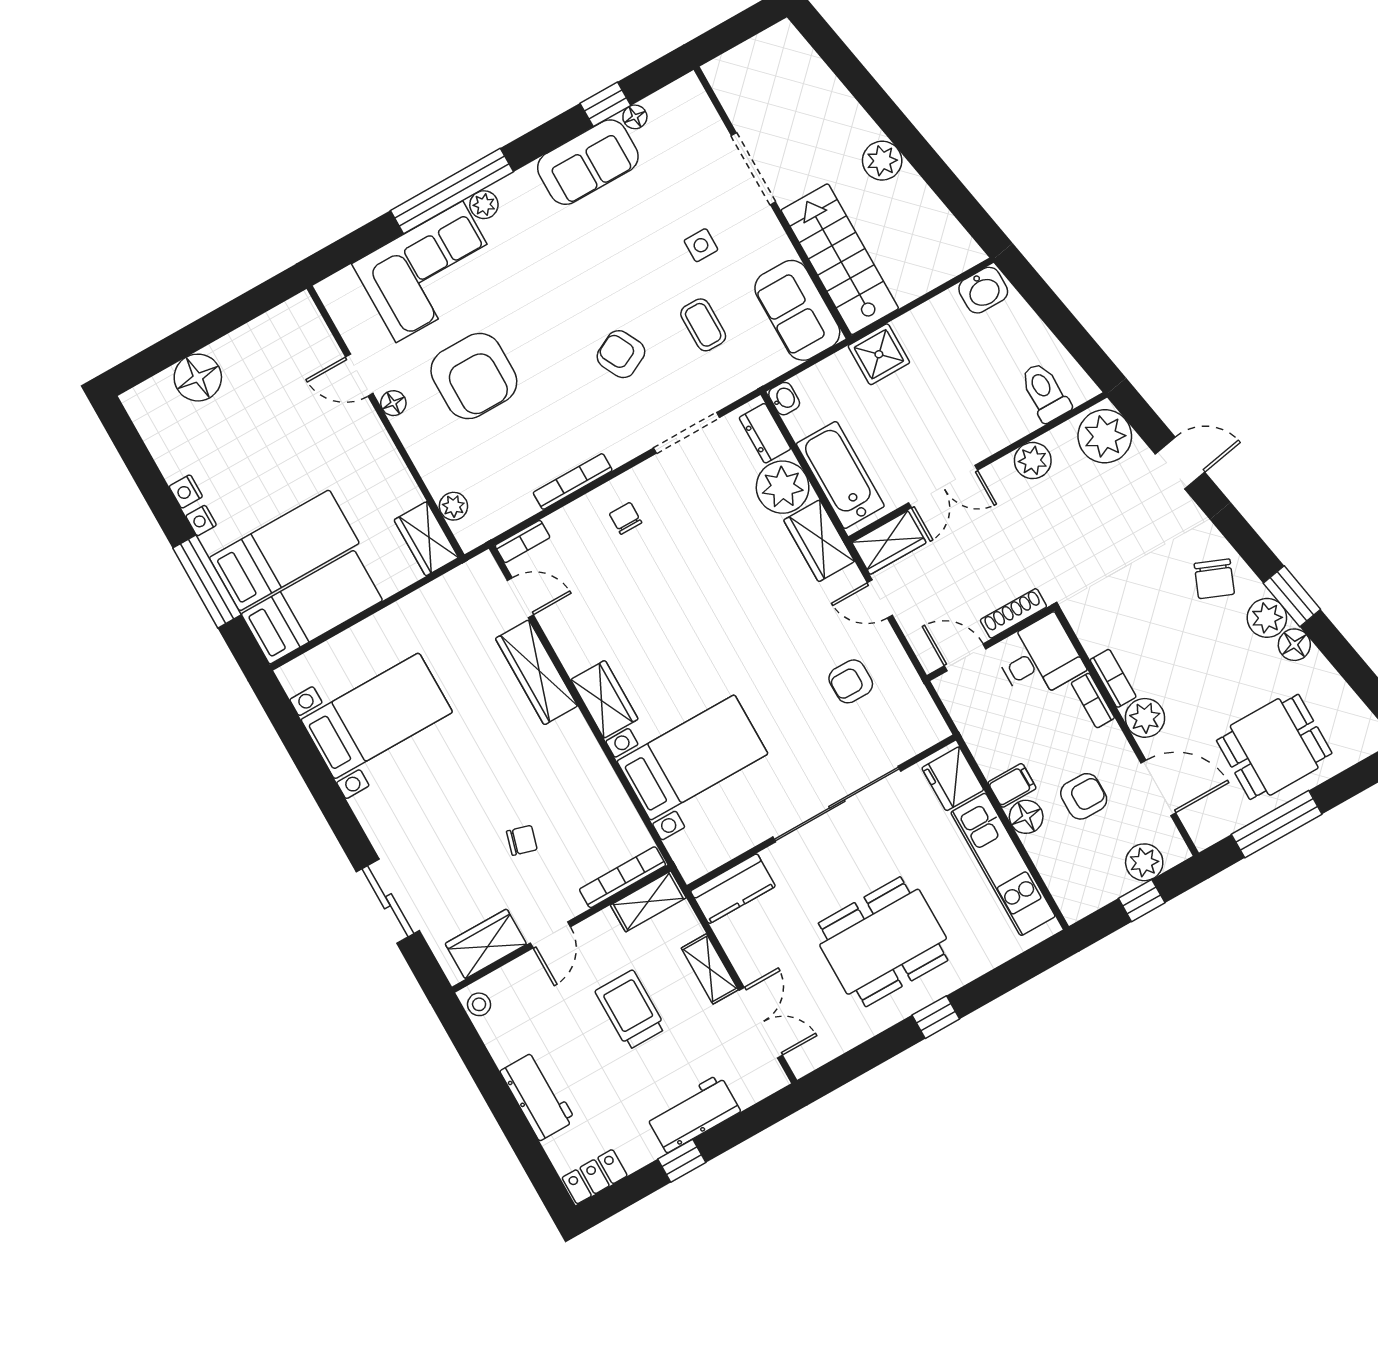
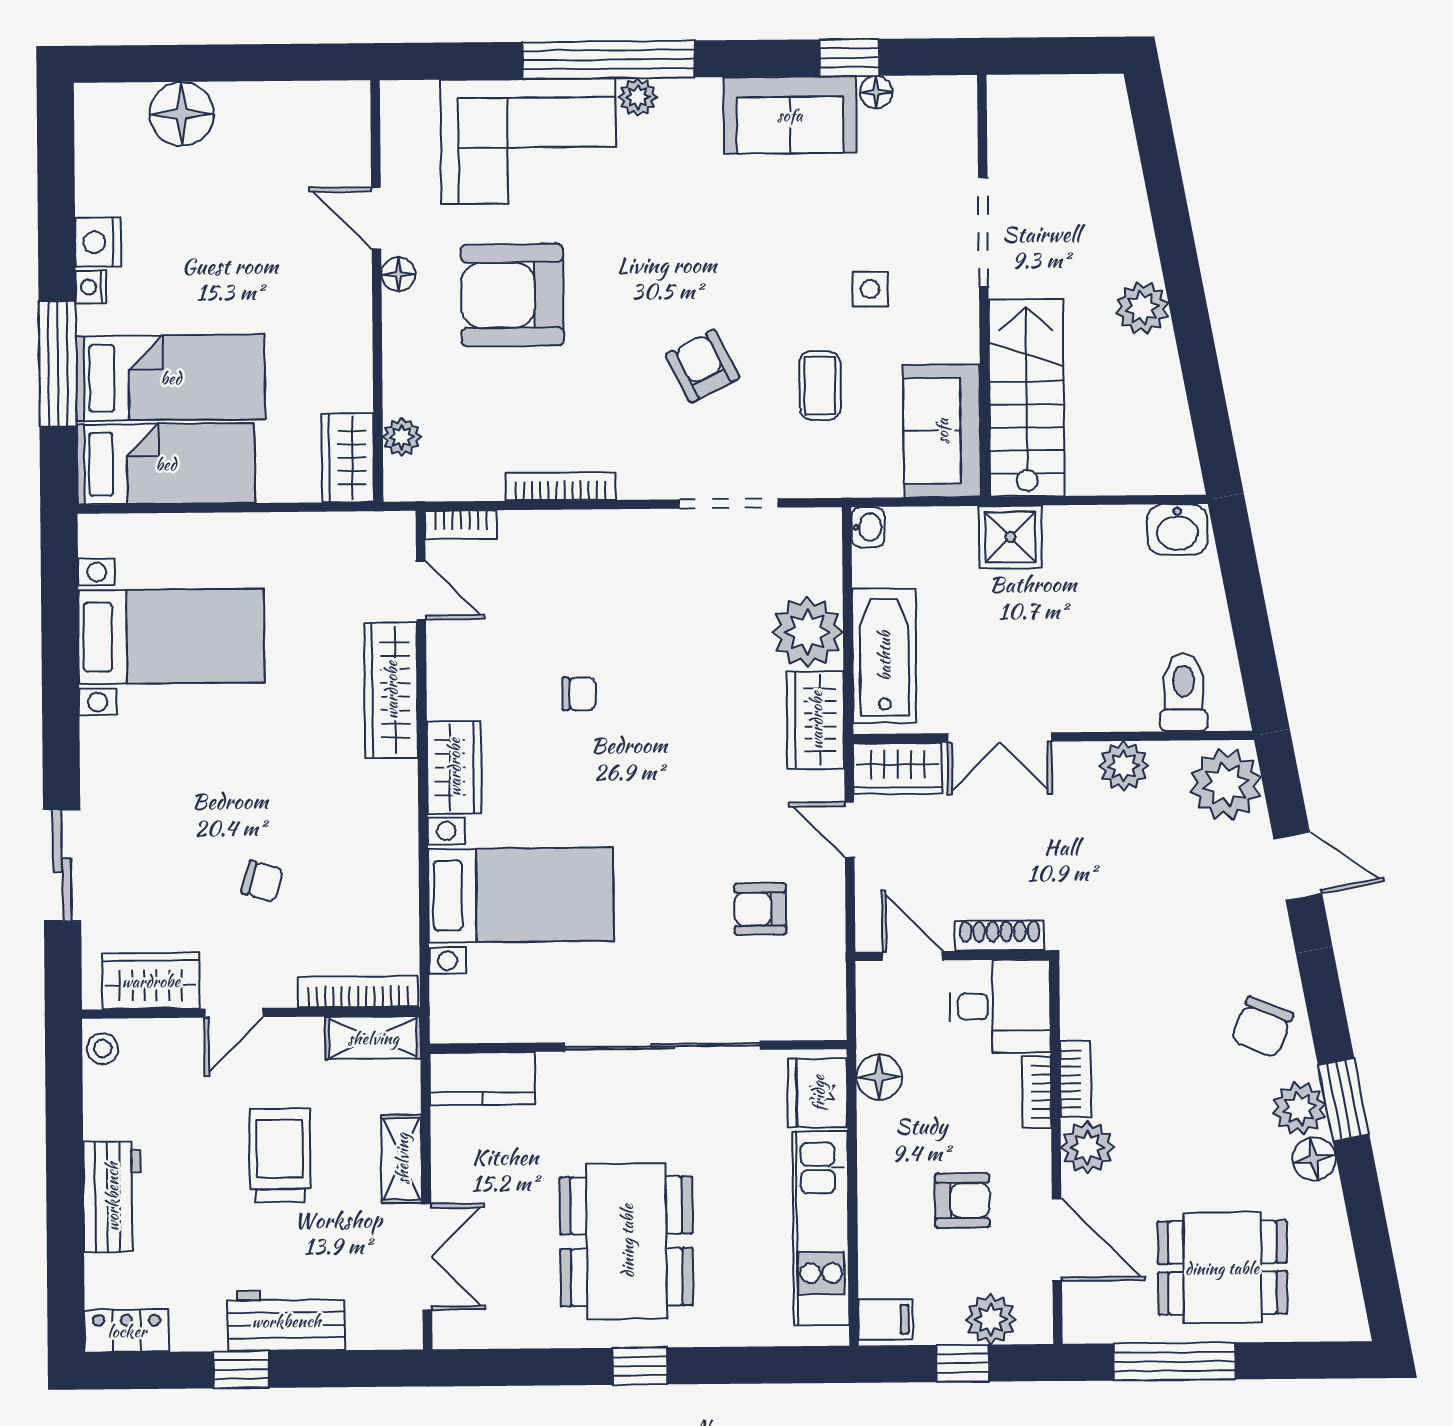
armchair: (474, 376) -> (512, 295), turned 90
dresser: (765, 433) -> (822, 556), removed
nightstand: (186, 491) -> (98, 242), width x1.39, depth x1.35
chair: (626, 518) -> (579, 694), moved, turned 90
filing cabinet: (1012, 785) -> (886, 1319), moved
floor lamp: (1026, 817) -> (879, 1077), moved
dining table: (883, 942) -> (627, 1241), turned 90

